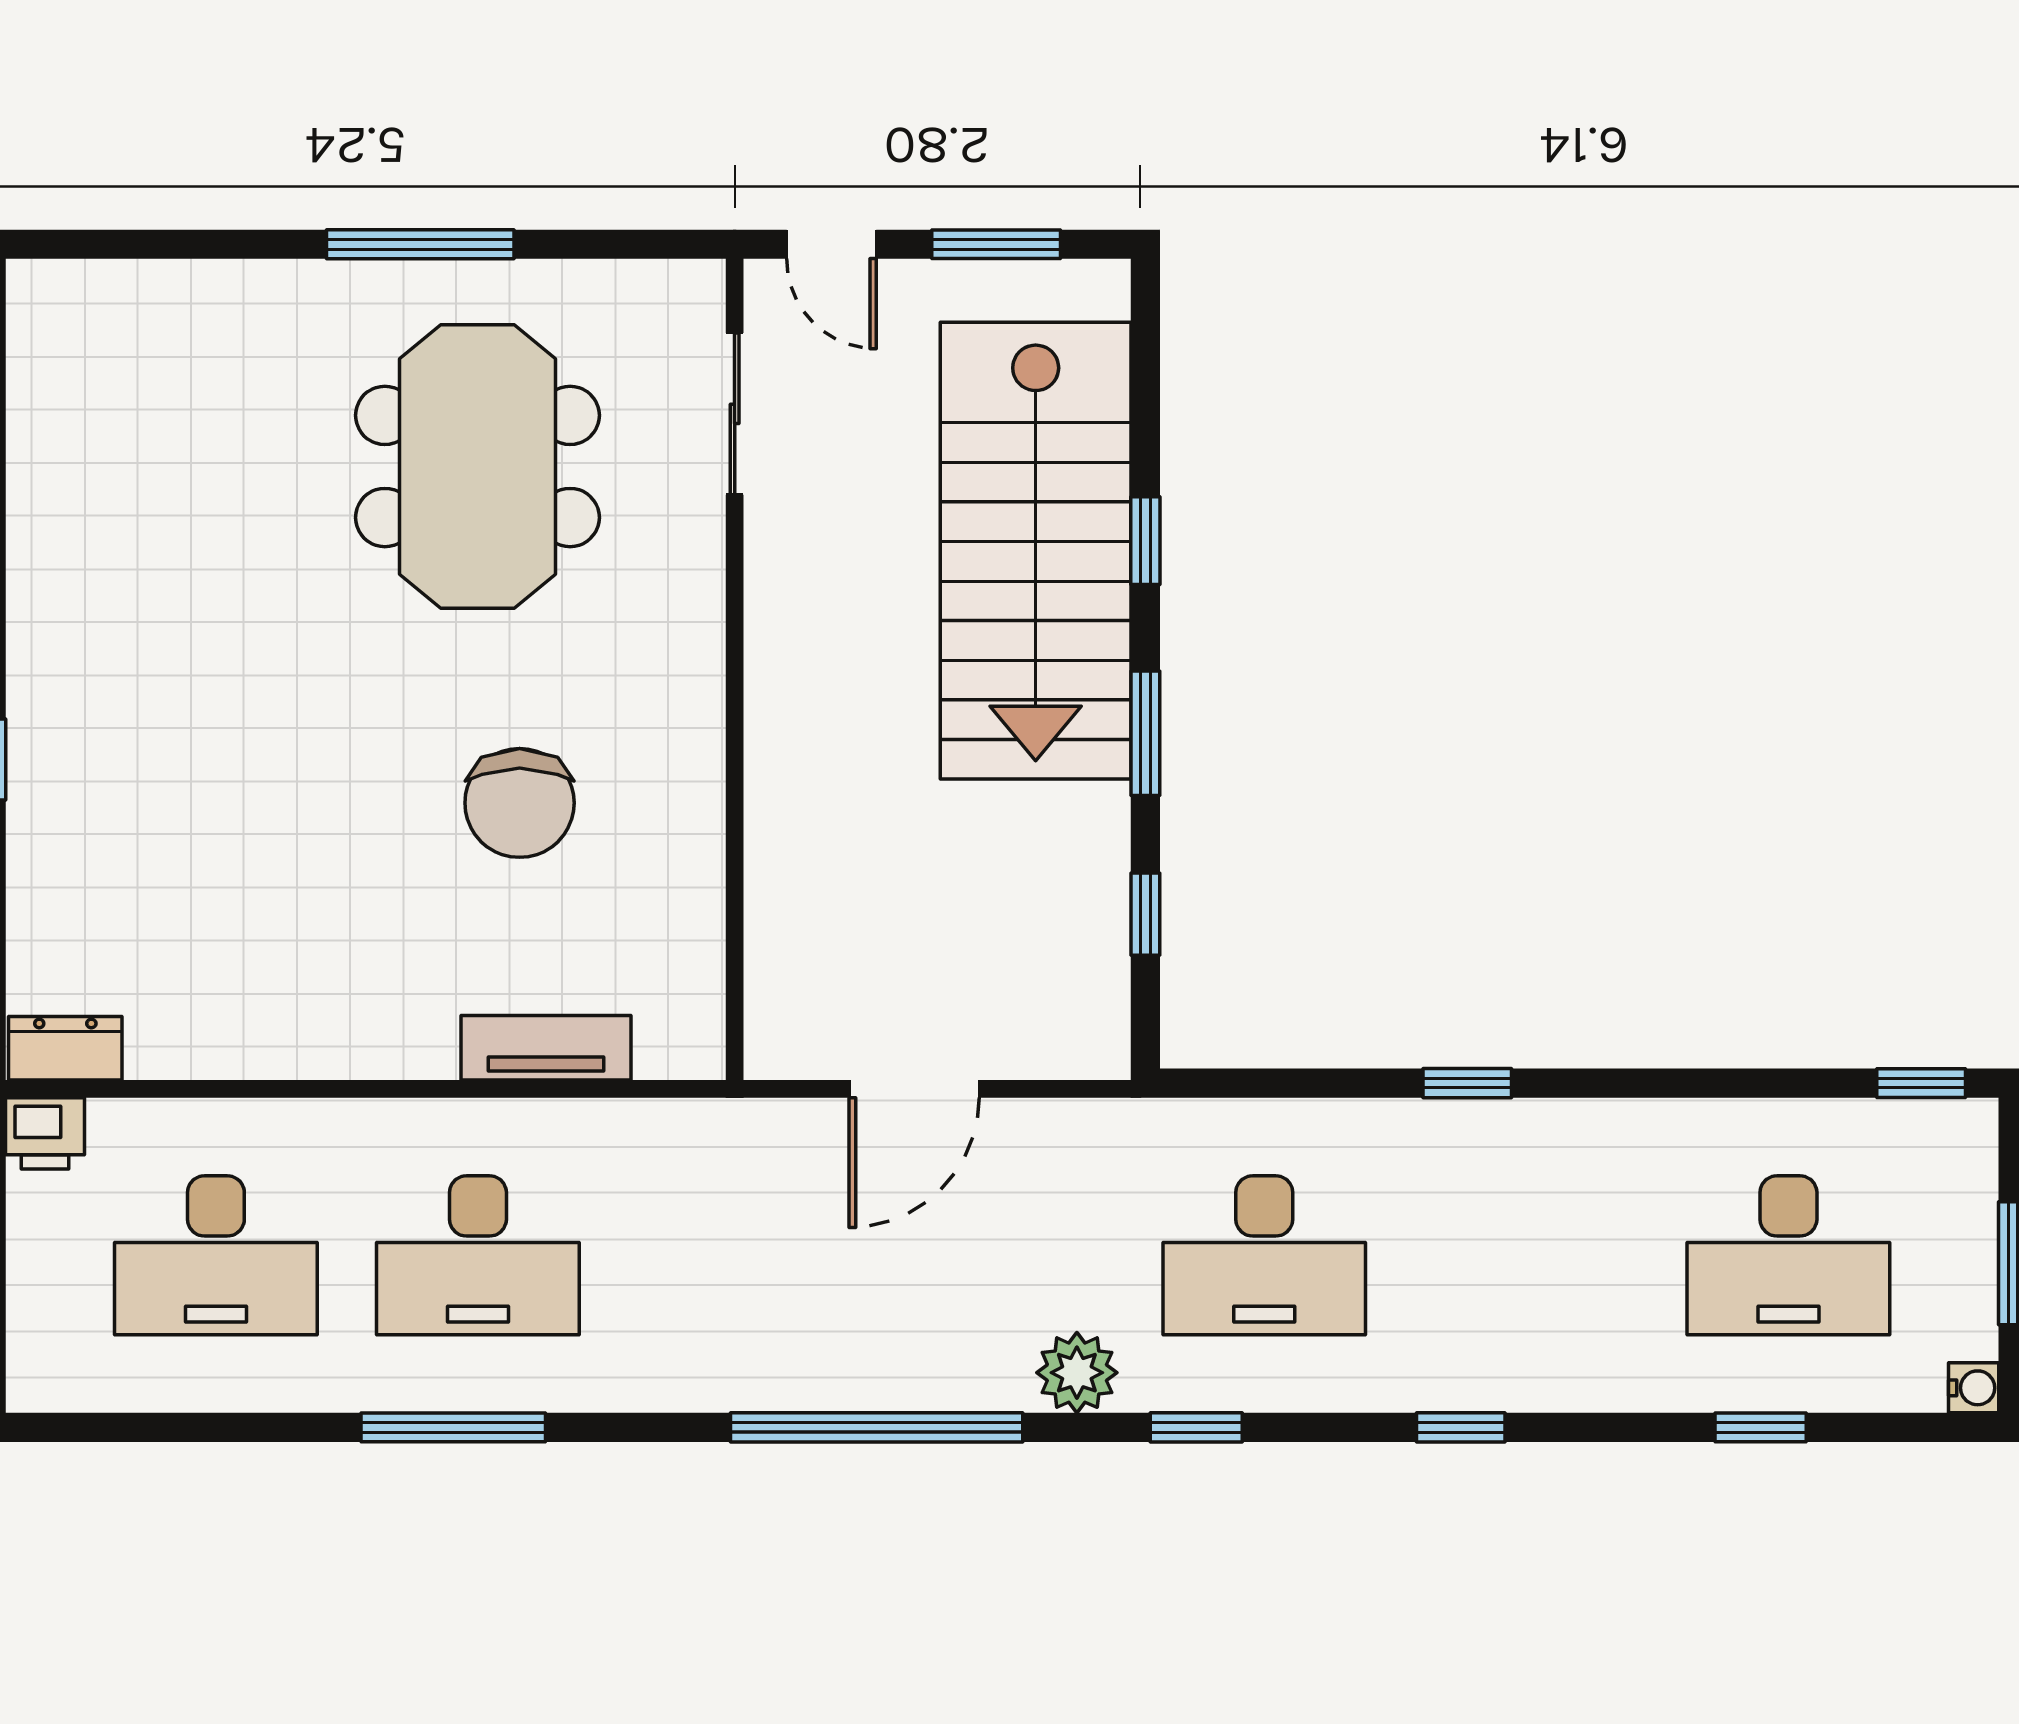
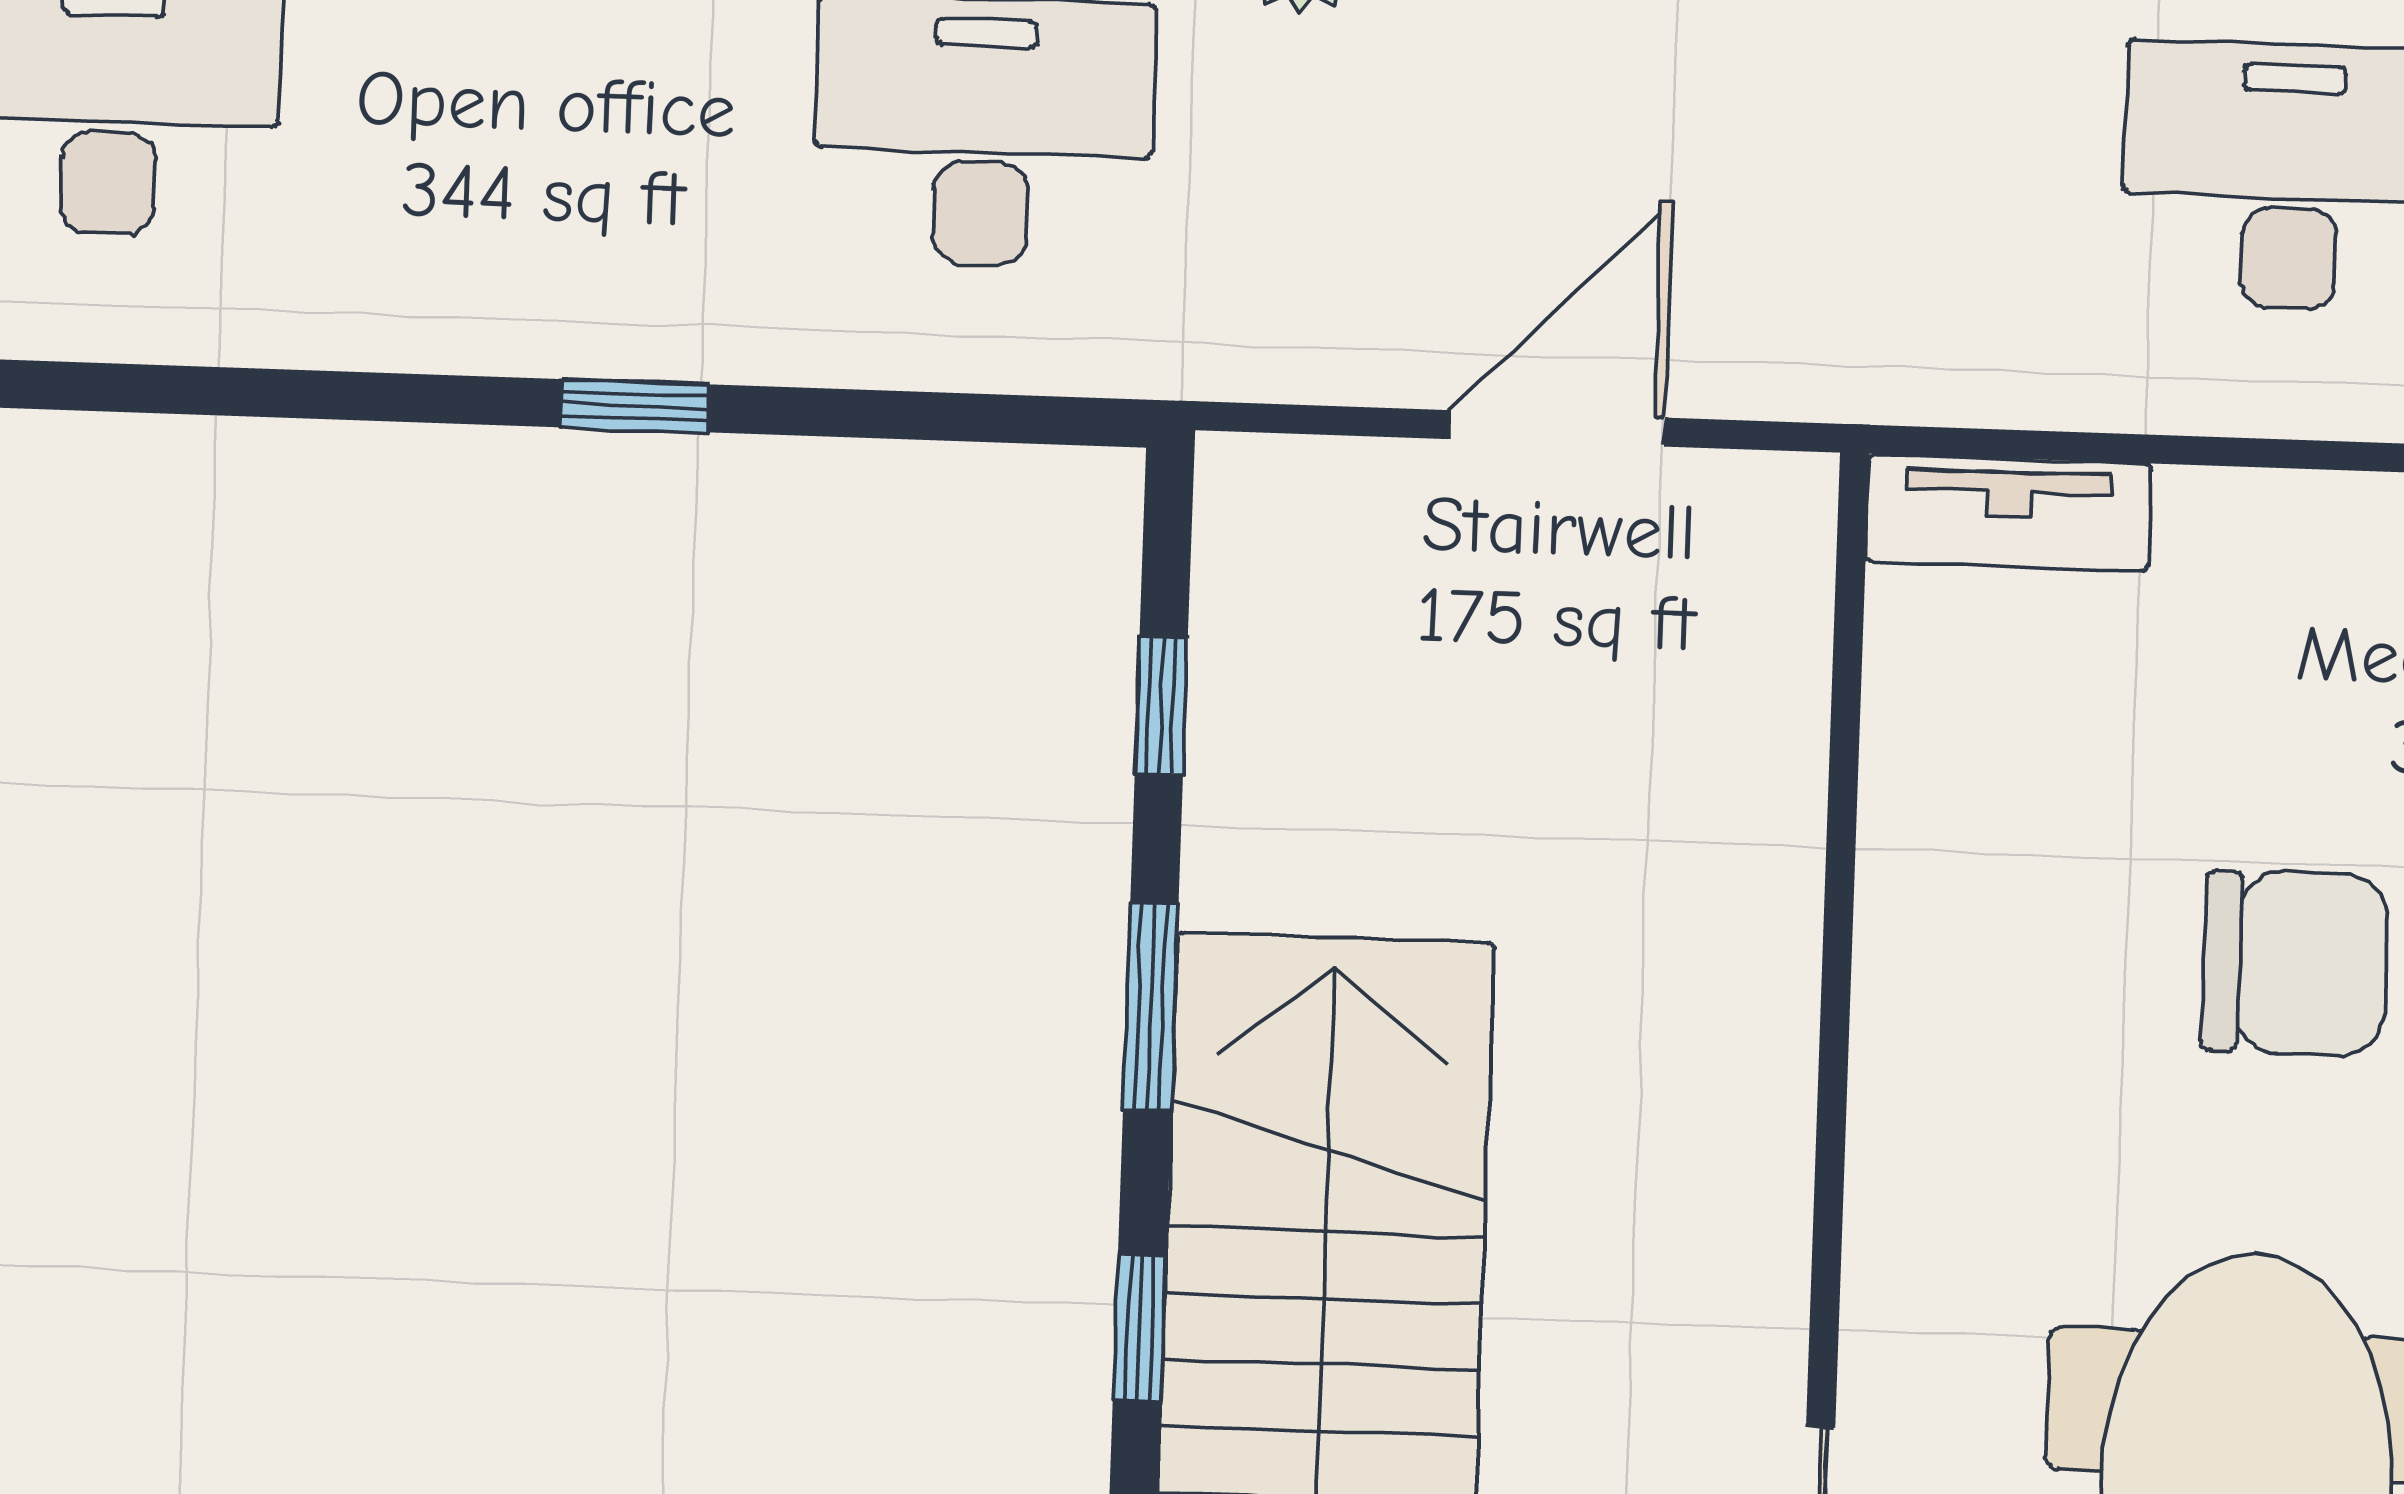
chair: (520, 803) -> (2295, 963), moved, turned 90
tv unit: (546, 1048) -> (2008, 513), moved

